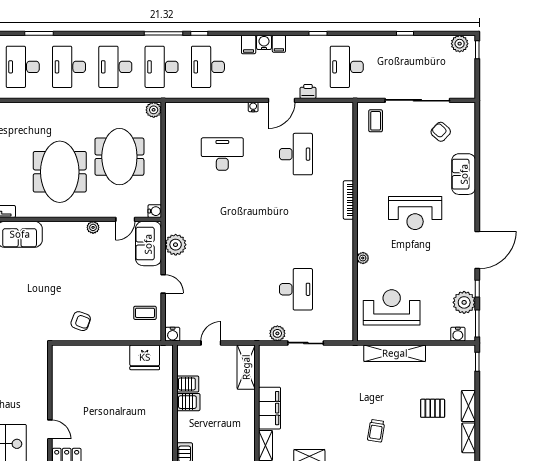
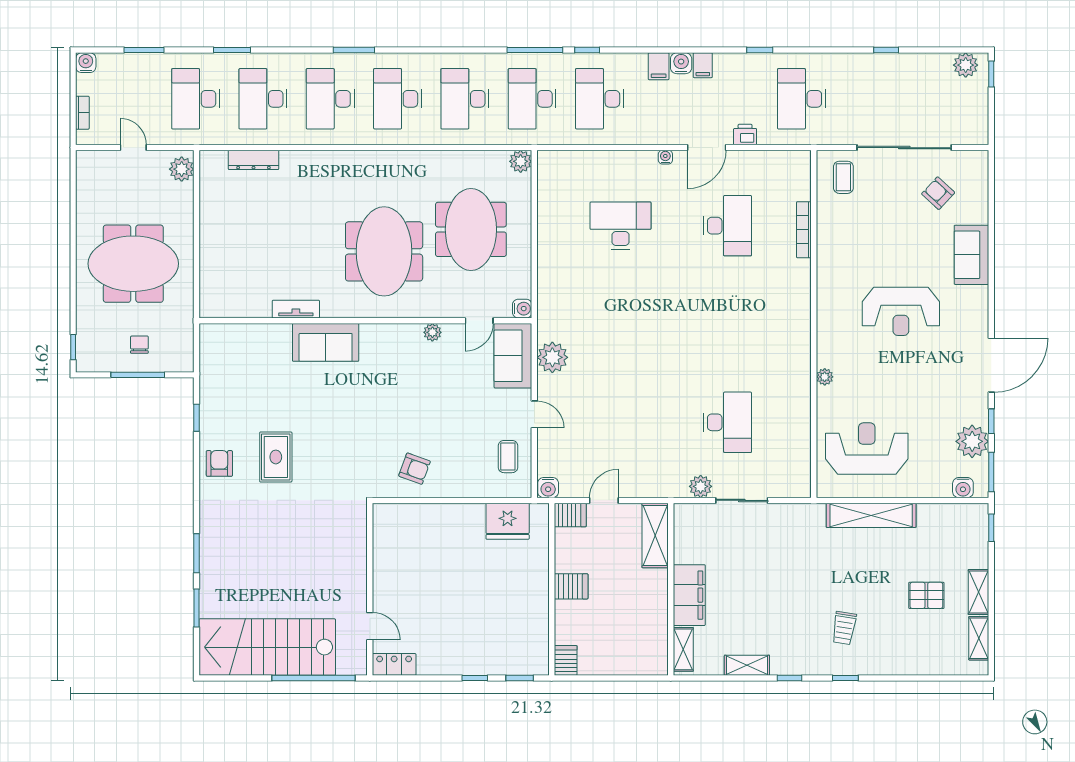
bookcase: (348, 200) -> (804, 230), moved
coffee table: (145, 313) -> (508, 457), turned 90
server rack: (188, 384) -> (570, 515), moved

